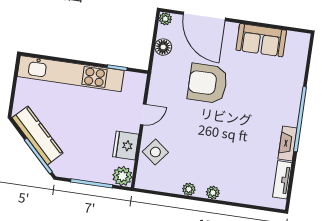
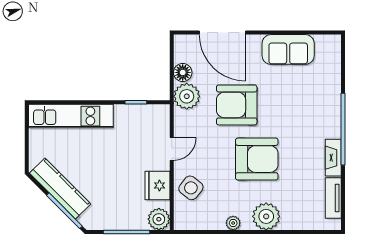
plant: (165, 19) -> (187, 96), moved, width x1.87, depth x1.87
kitchen unit: (71, 74) -> (71, 116), width x0.73
armchair: (219, 135) -> (257, 159), added
plant: (213, 193) -> (266, 216), width x1.88, depth x1.88

